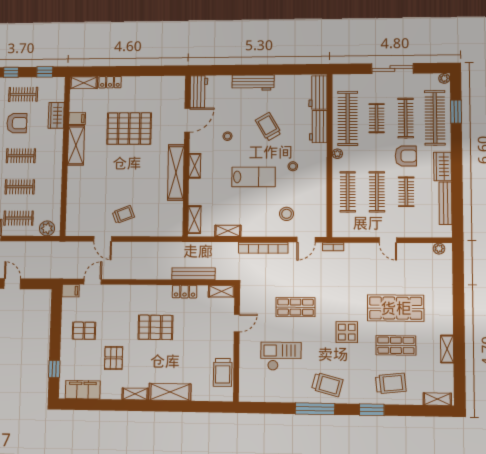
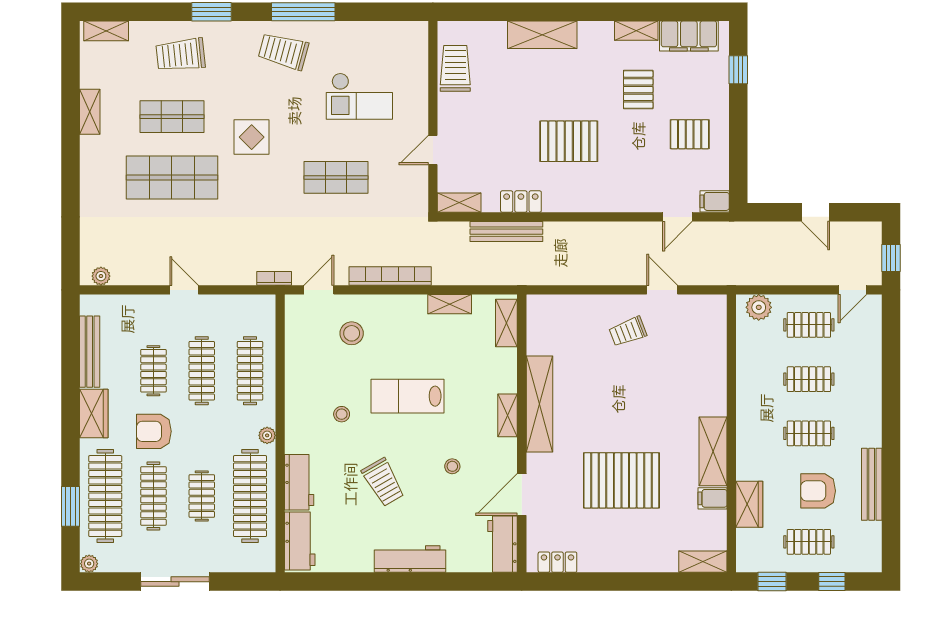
locker: (110, 82) -> (557, 562), moved
shelving: (135, 394) -> (636, 31), moved

